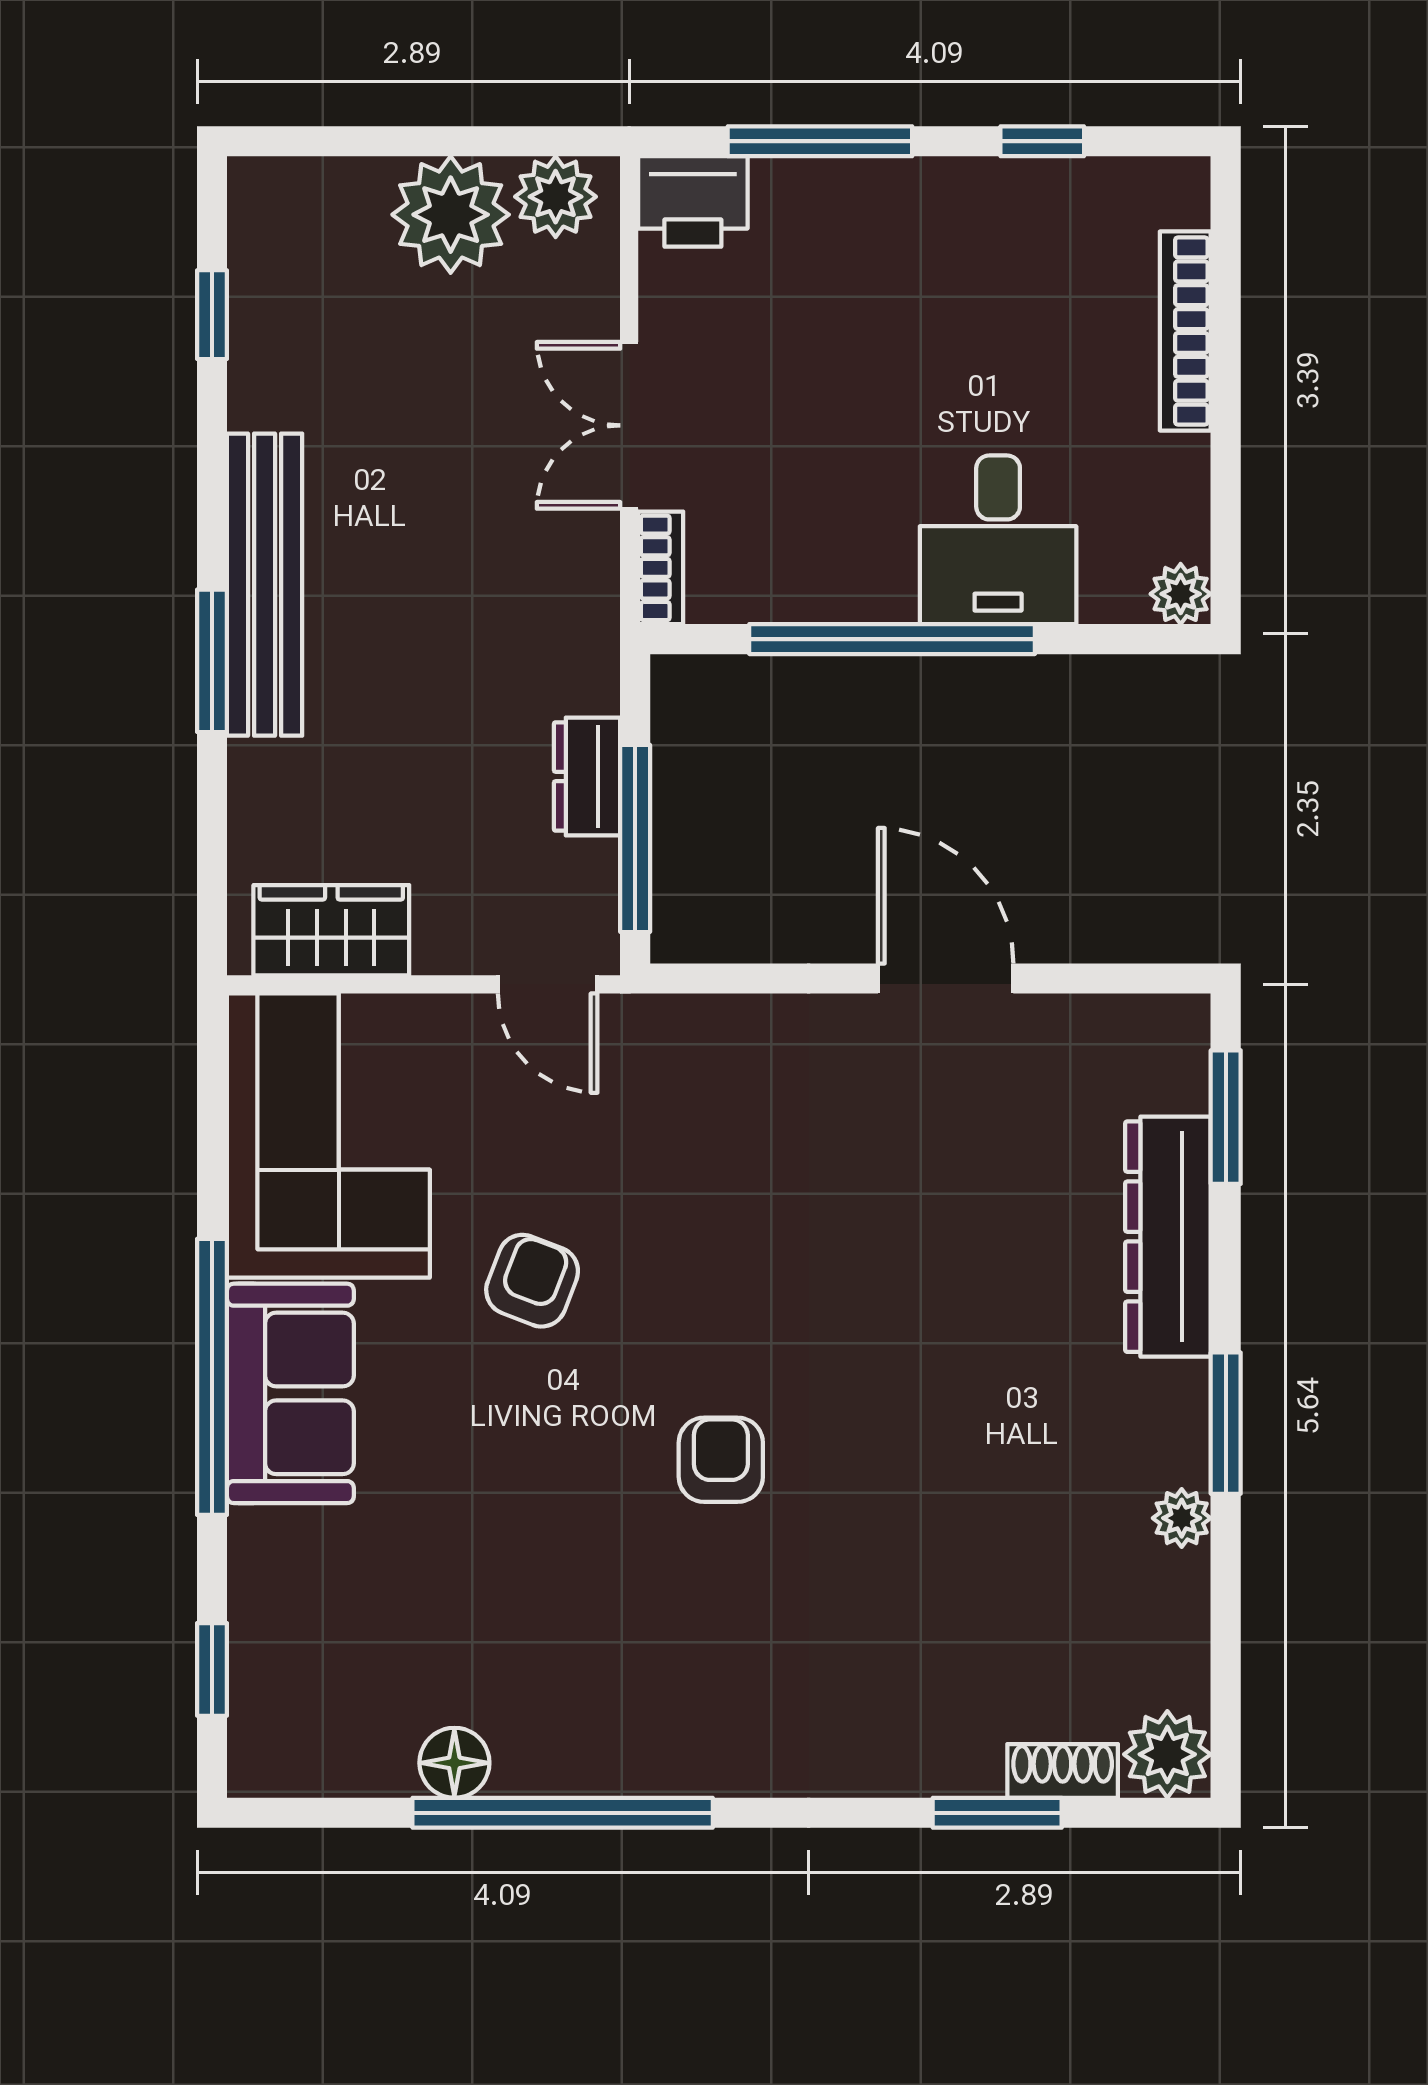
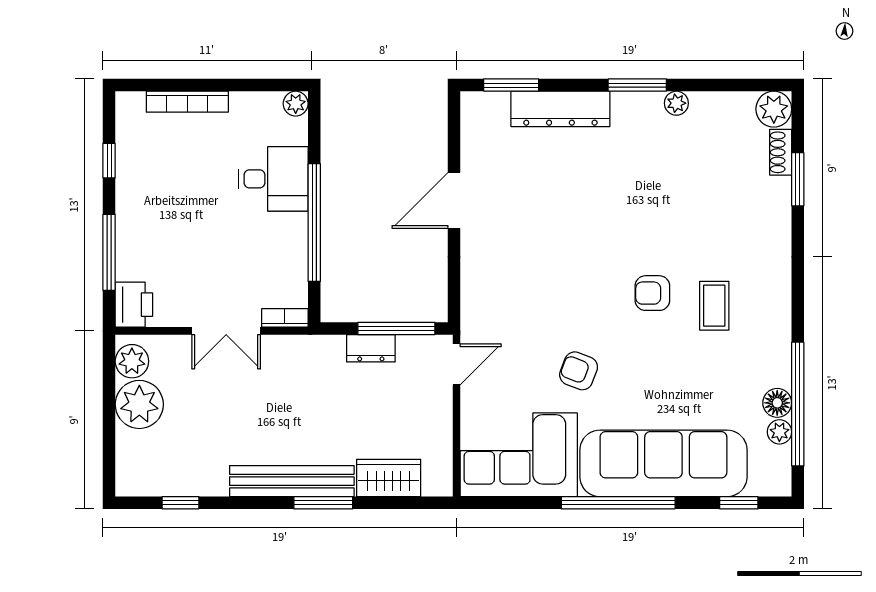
wardrobe: (331, 930) -> (389, 478), moved, turned 90
sofa: (290, 1393) -> (663, 463), width x1.85, depth x1.27
coffee table: (690, 1610) -> (714, 306), added
plant: (384, 1768) -> (779, 432), added
window: (563, 1813) -> (798, 404), moved

